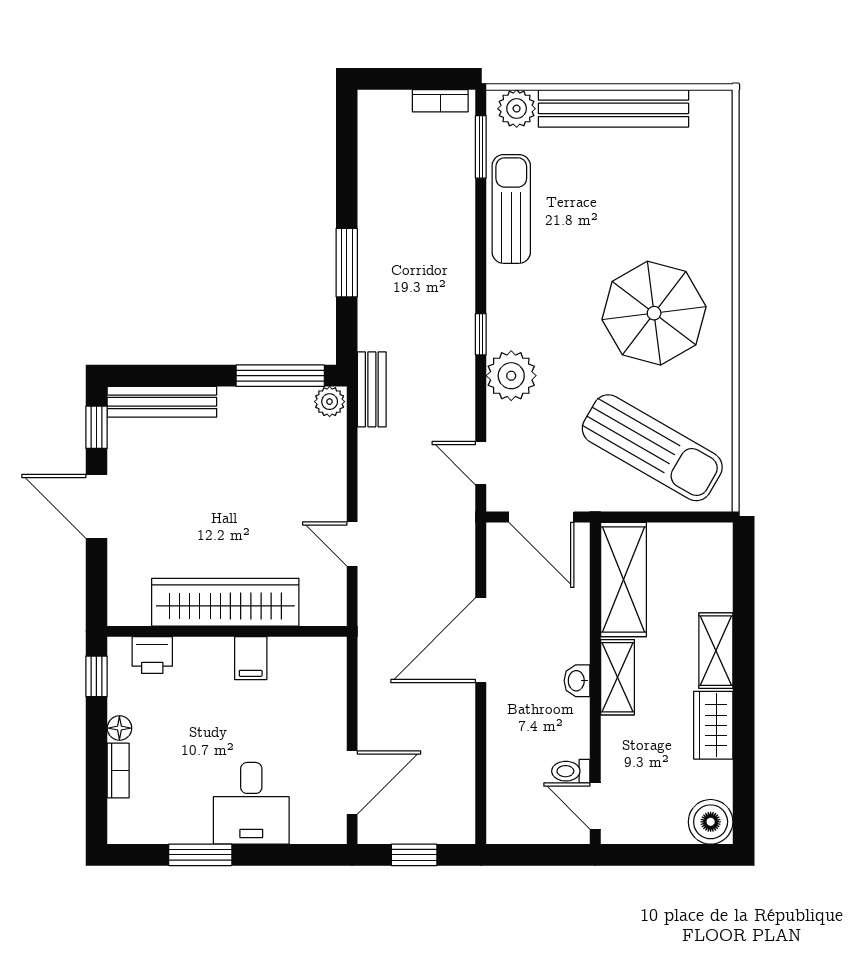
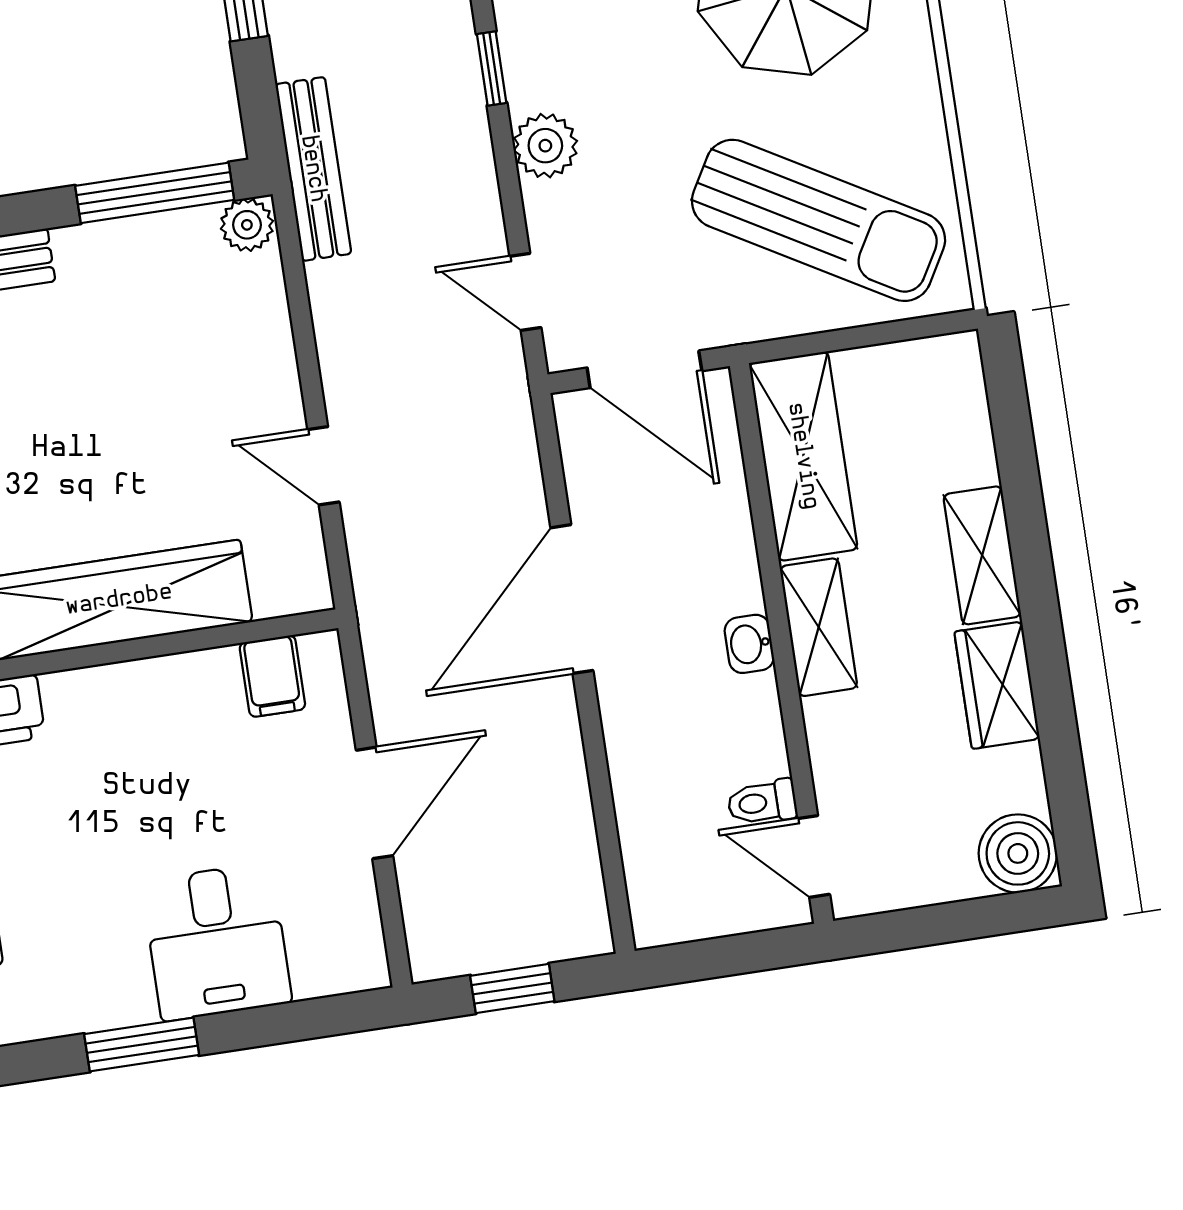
plant: (511, 376) -> (545, 146), width x0.73, depth x0.73
bench: (372, 389) -> (313, 169), width x1.36
filing cabinet: (251, 658) -> (272, 676), moved
door: (352, 782) -> (374, 803), moved

